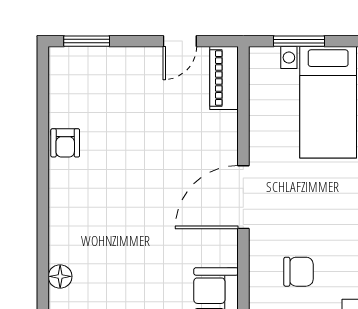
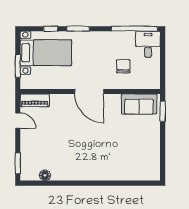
armchair: (65, 143) -> (64, 173), removed
floor lamp: (60, 276) -> (45, 175), moved

